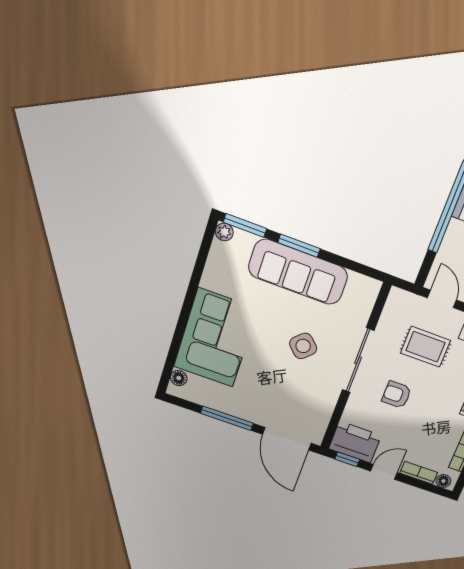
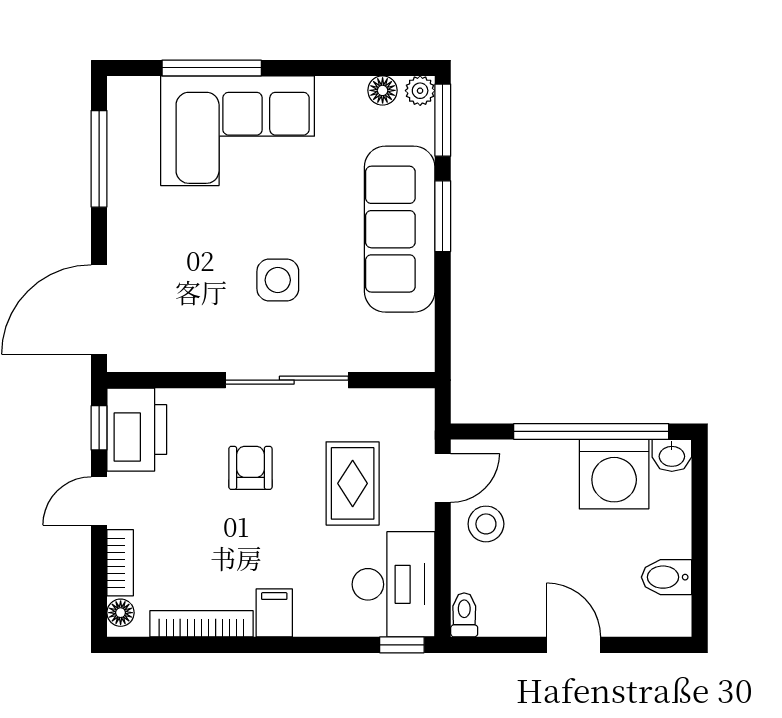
window: (177, 339) -> (212, 68), added
side table: (303, 346) -> (278, 280), turned 45
floor lamp: (179, 378) -> (383, 90), moved
window: (227, 418) -> (99, 159), moved
door: (384, 472) -> (99, 501), swing flipped

